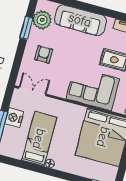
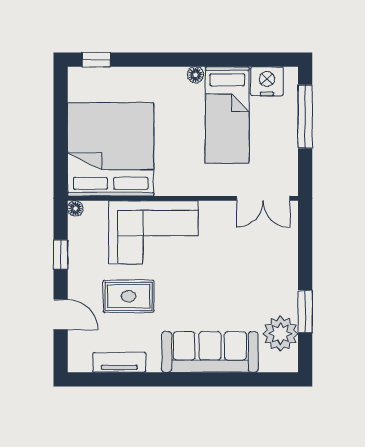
armchair: (44, 54) -> (261, 272), removed
nightstand: (14, 118) -> (267, 81), moved, turned -90

